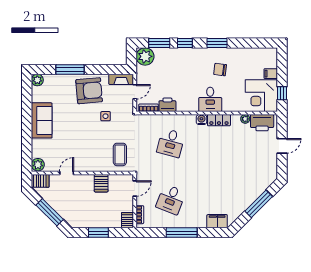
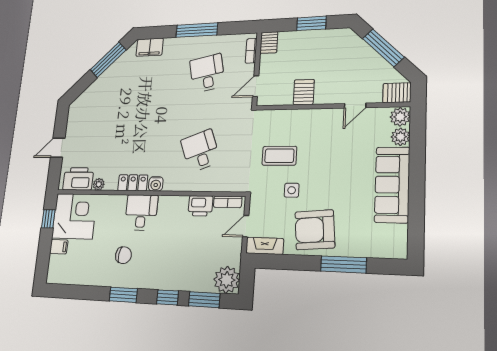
plant: (37, 80) -> (400, 137), moved
sofa: (42, 120) -> (392, 185), width x1.36
desk: (171, 143) -> (200, 151), turned -36
coffee table: (120, 154) -> (279, 156), moved, turned 90
desk: (171, 199) -> (207, 73), turned -33
window: (259, 204) -> (108, 60), moved

